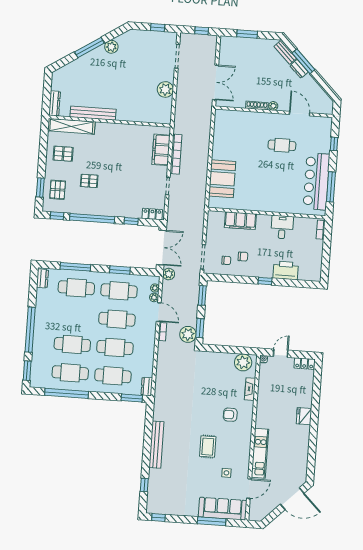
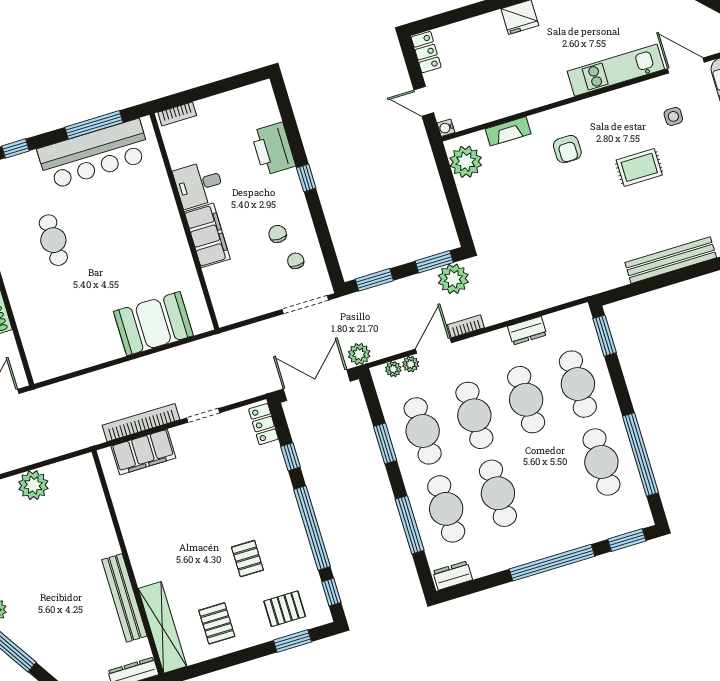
filing cabinet: (240, 221) -> (207, 235), moved
cafe table: (72, 344) -> (498, 493), moved
dresser: (147, 386) -> (527, 331), moved

